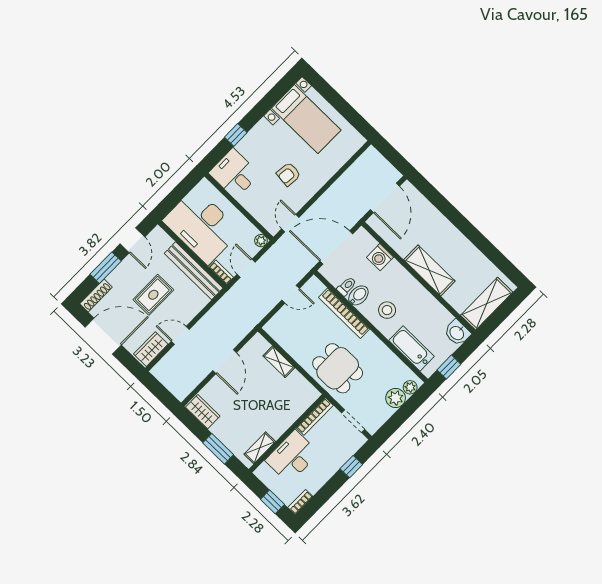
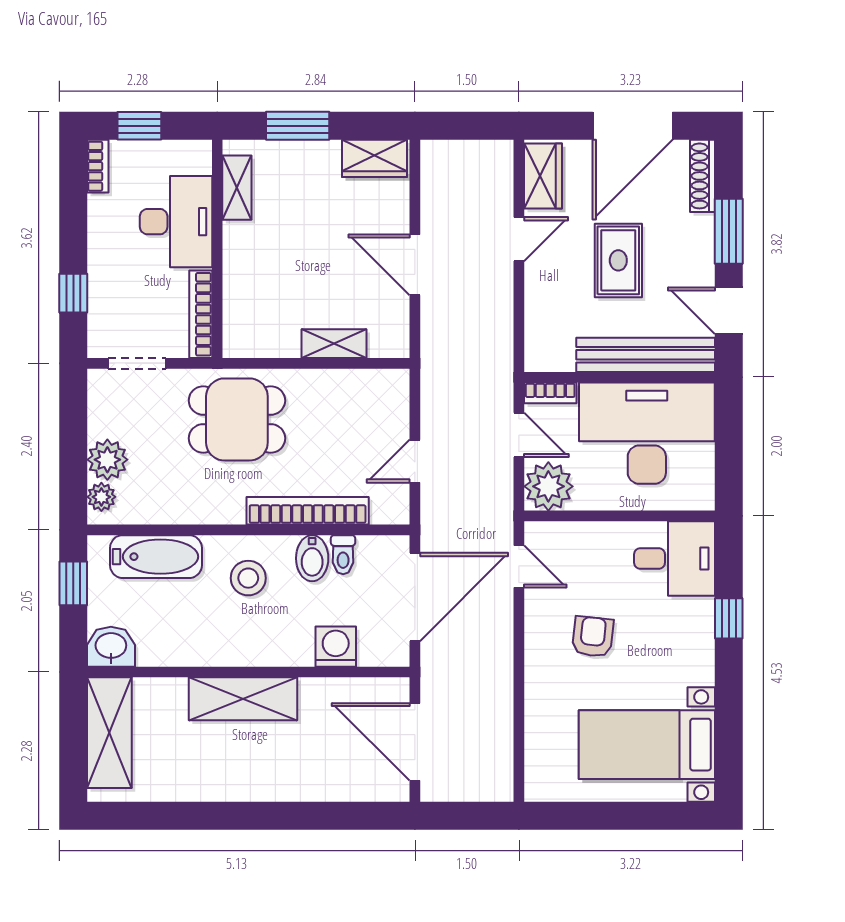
plant: (261, 241) -> (548, 486), width x1.88, depth x1.88
bench: (194, 271) -> (646, 355), moved

